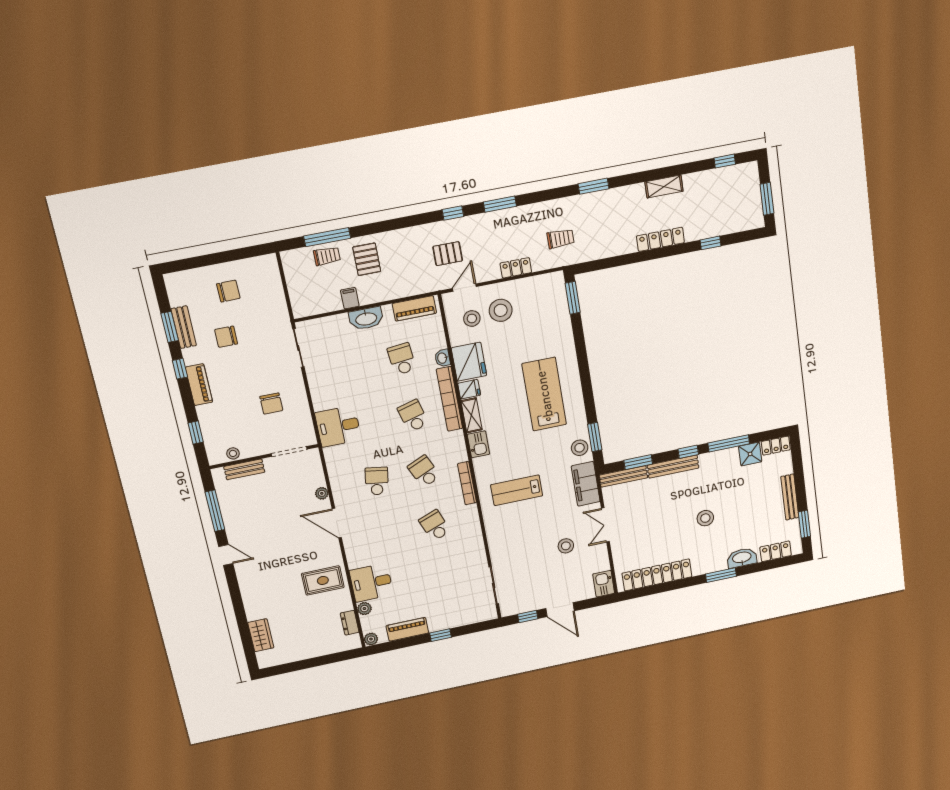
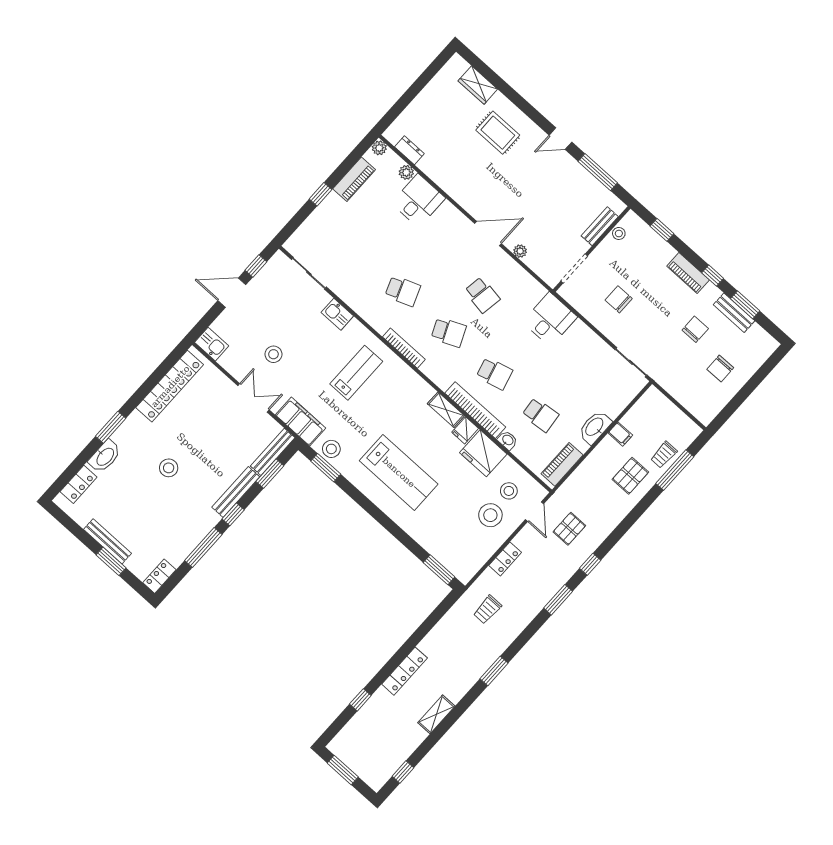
pallet: (367, 259) -> (630, 476), turned 90
kitchen sink: (478, 444) -> (337, 314), moved
shower: (750, 454) -> (176, 552), removed
window: (804, 524) -> (111, 561), moved
rug: (323, 580) -> (498, 133), moved, turned 90

